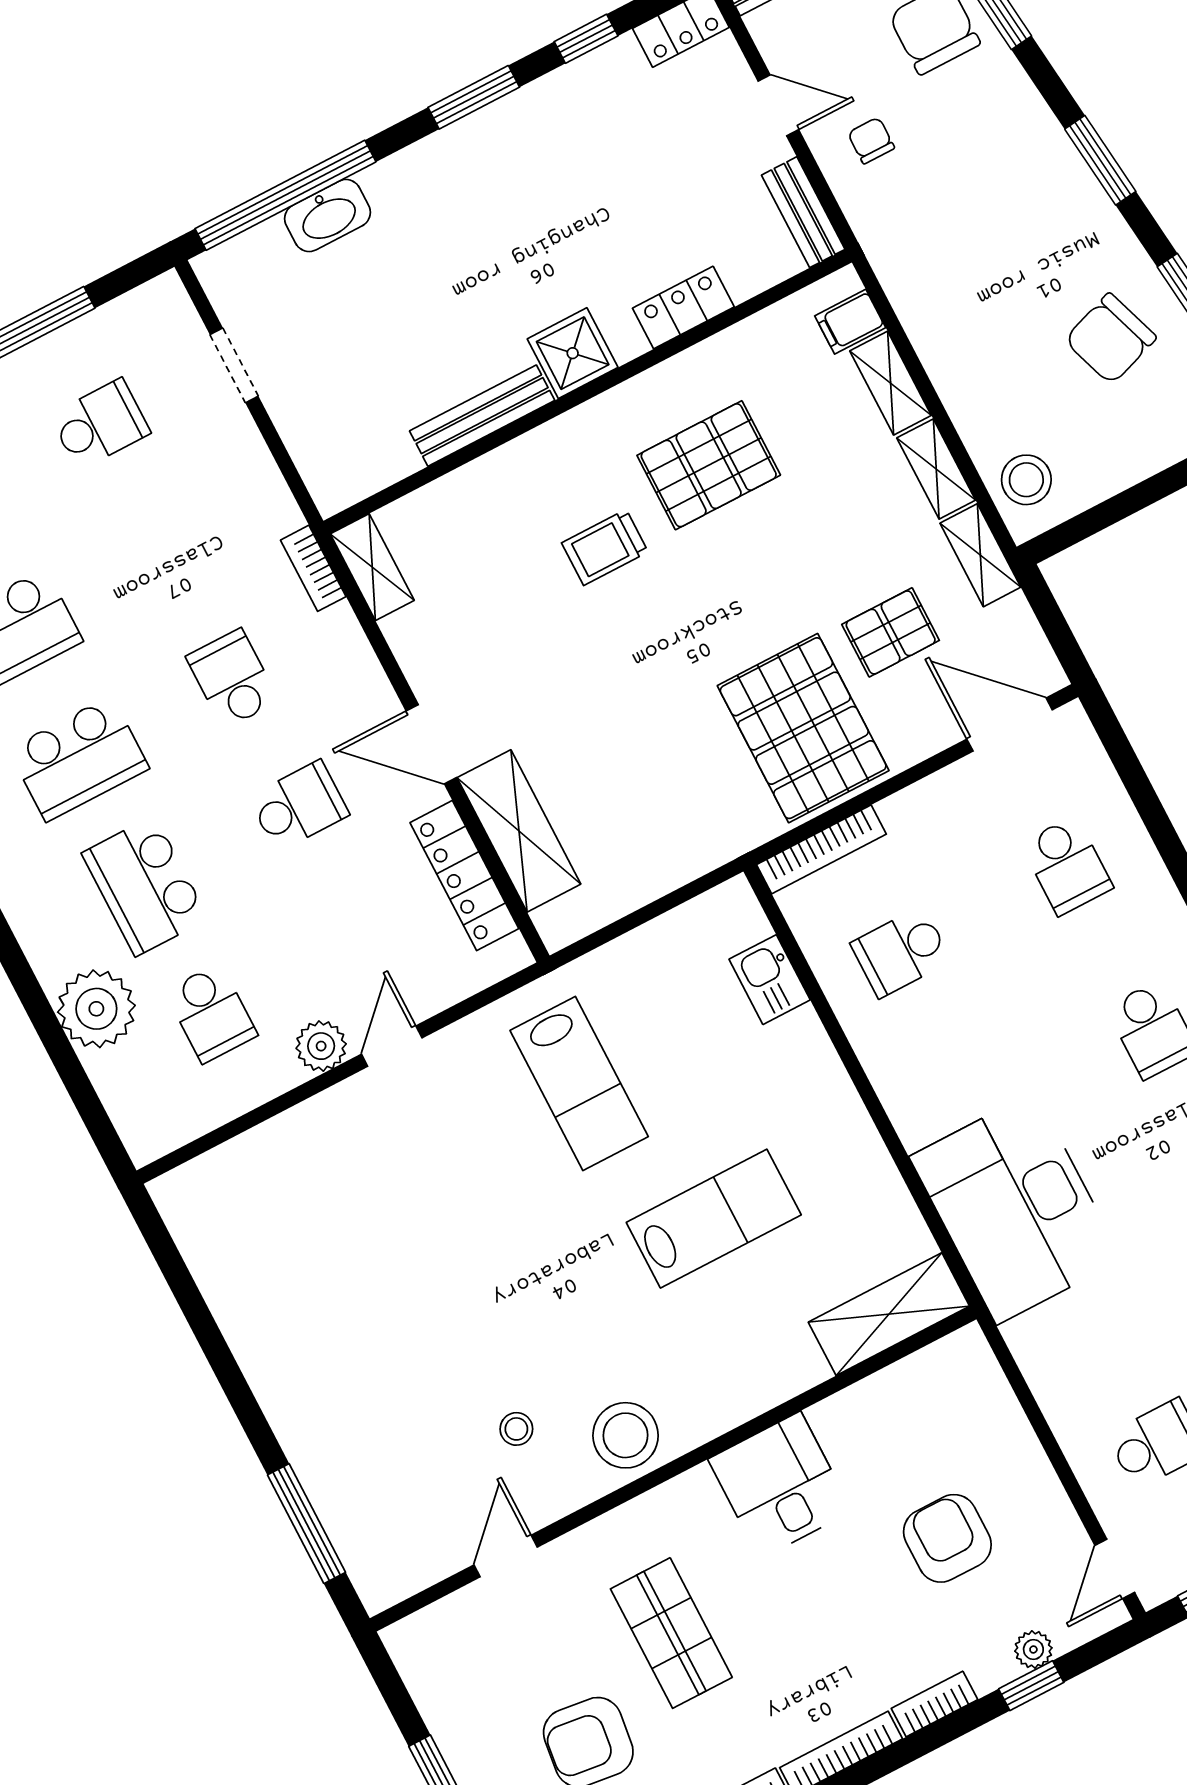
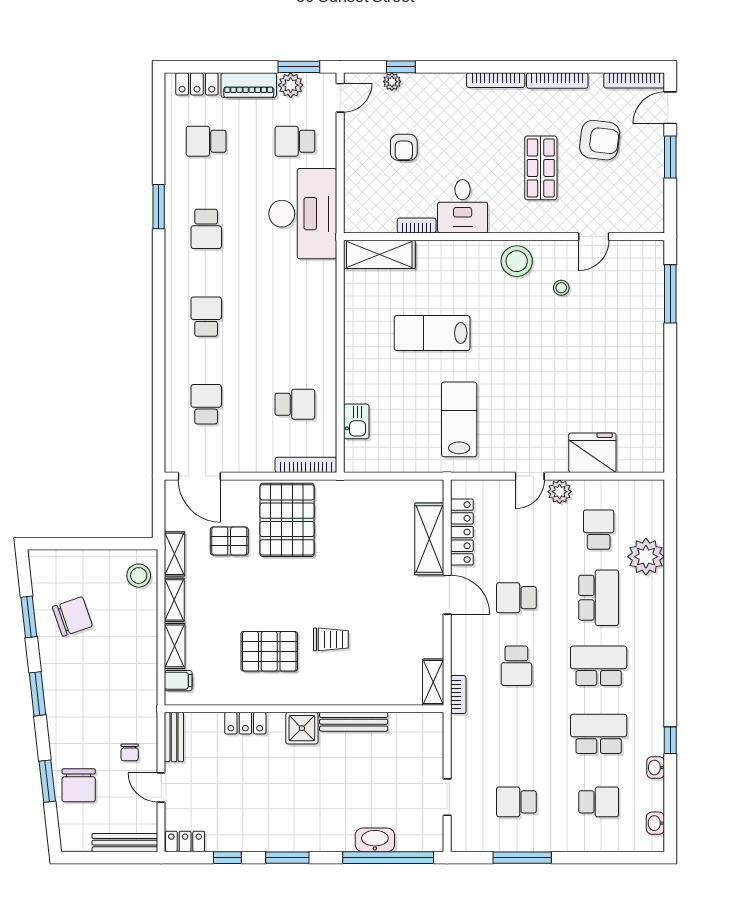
fridge: (298, 1151) -> (592, 453), added
desk: (1016, 1208) -> (303, 214), moved
armchair: (947, 1538) -> (404, 147), width x0.72, depth x0.72
bookcase: (934, 1704) -> (417, 226), moved, turned 180

